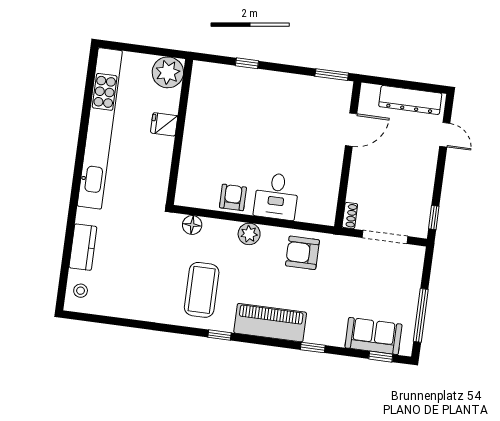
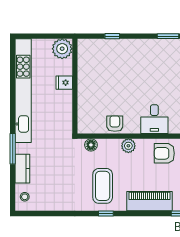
desk: (276, 196) -> (154, 119), moved
window: (72, 215) -> (13, 149), added
window: (220, 335) -> (106, 213), moved

